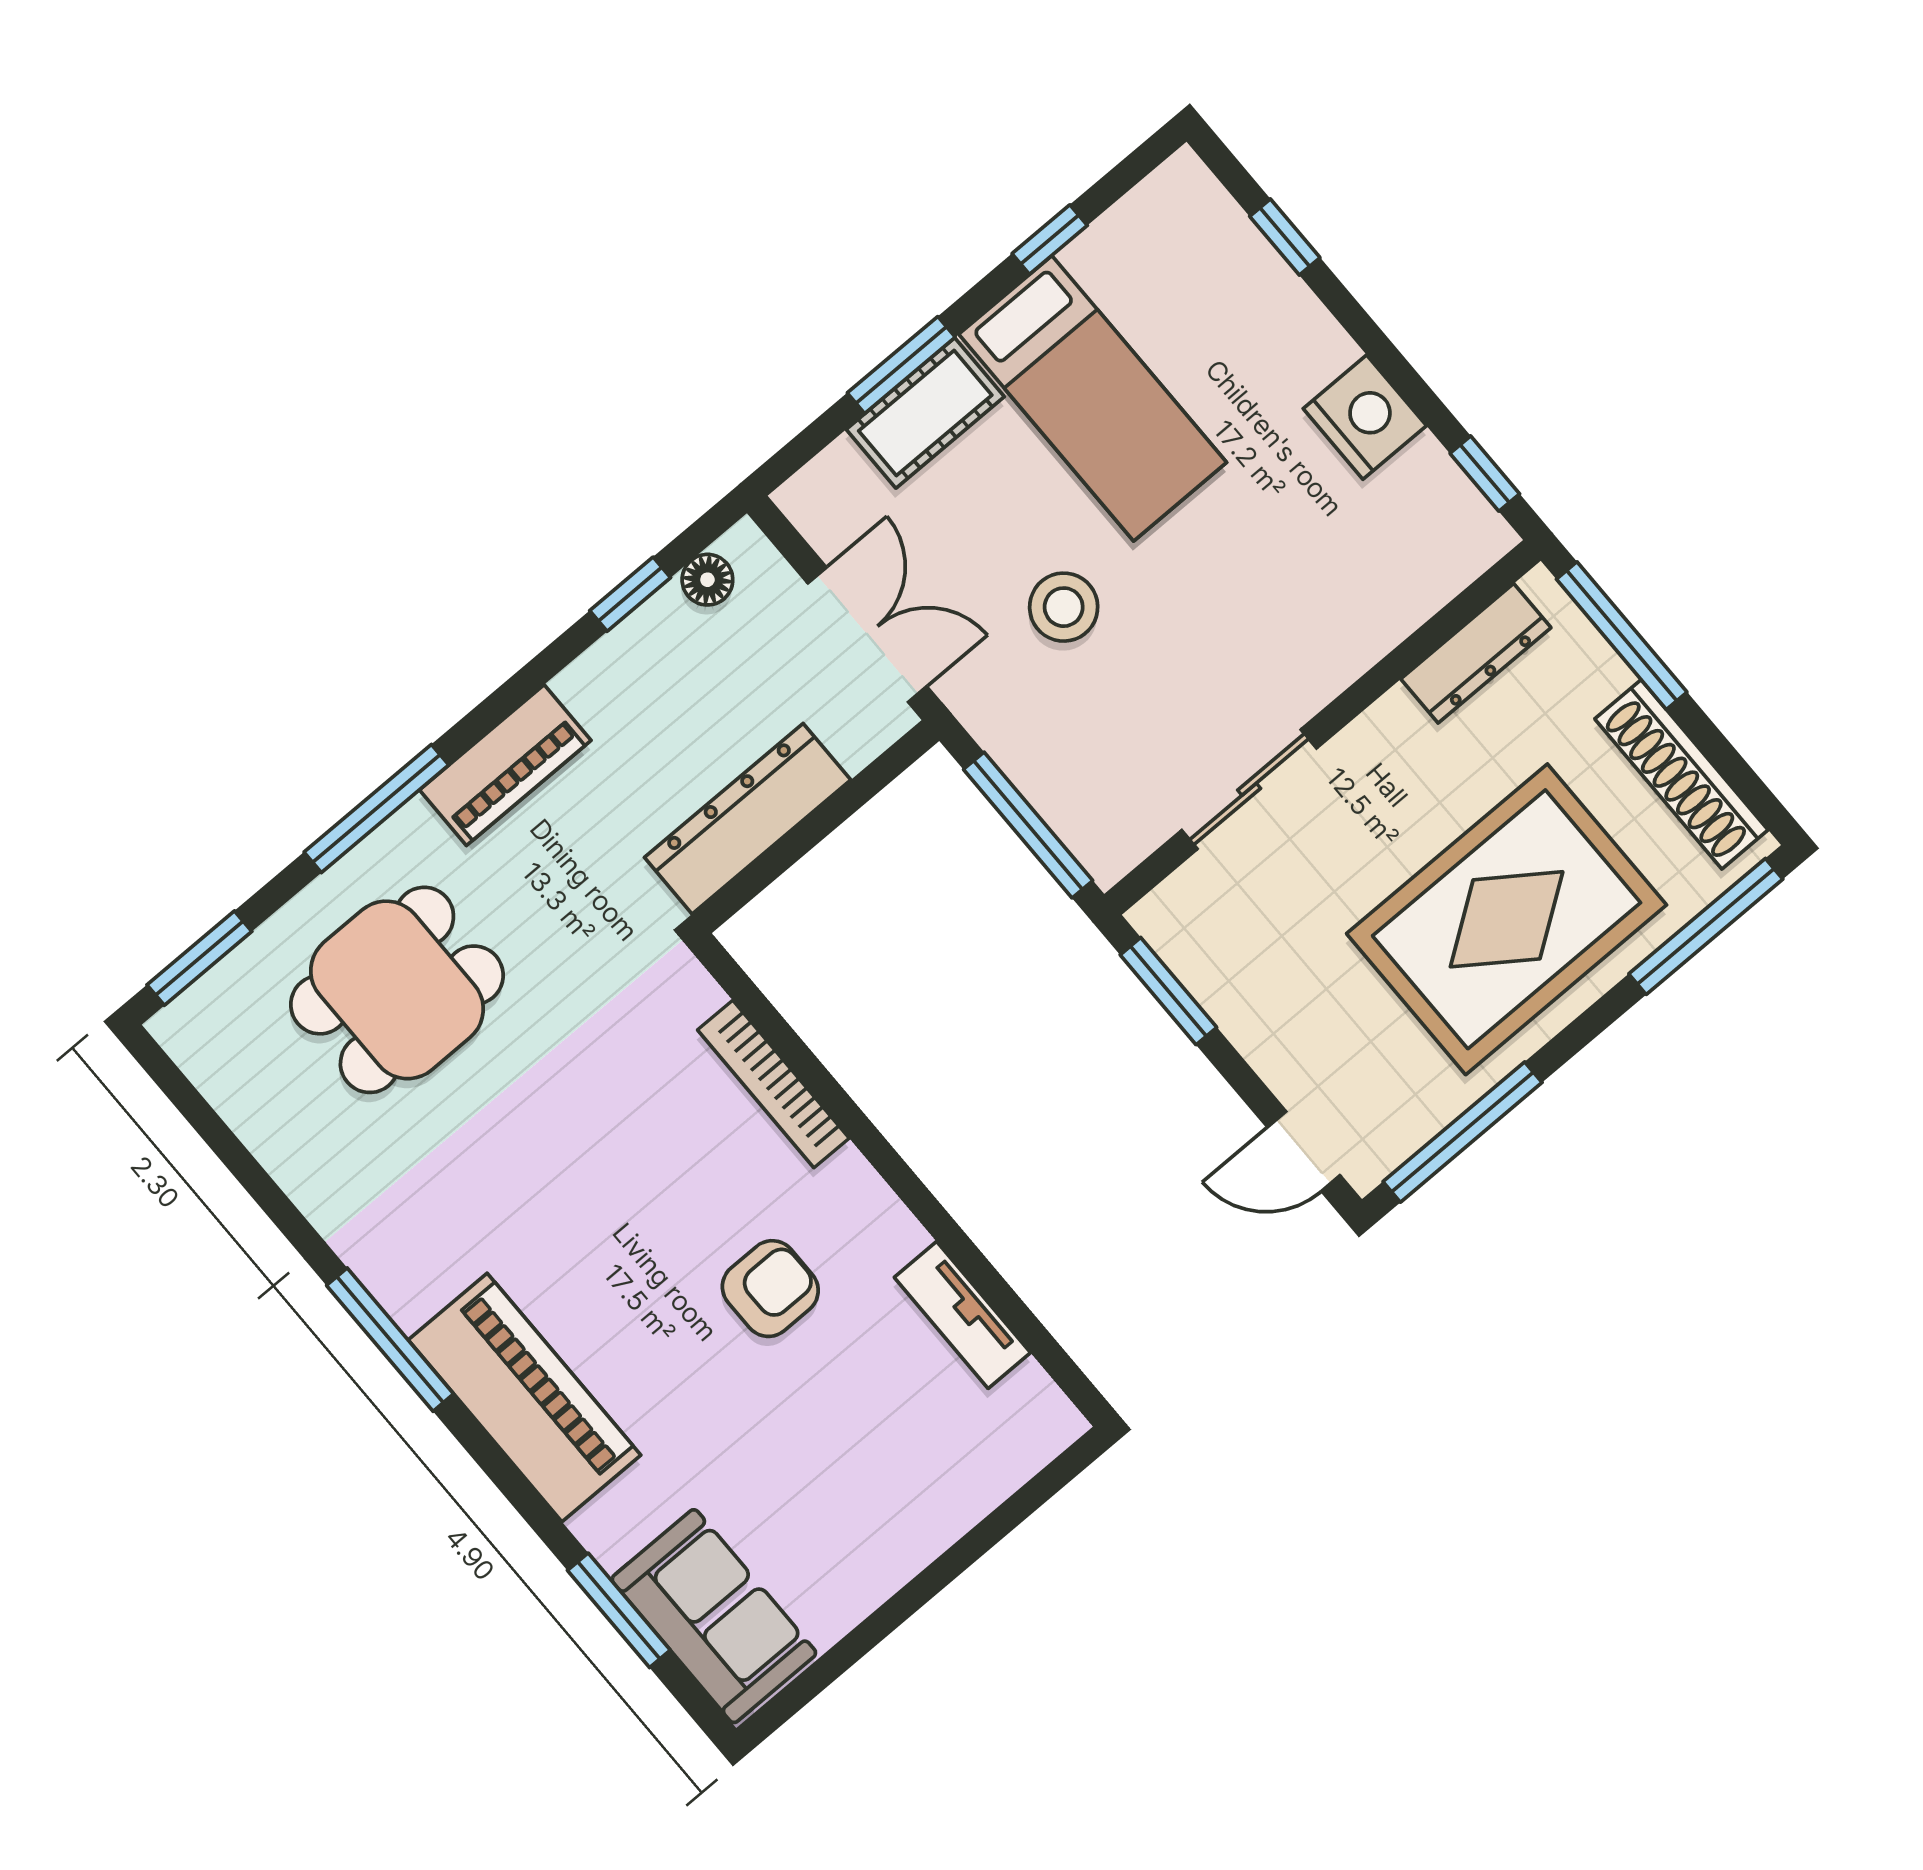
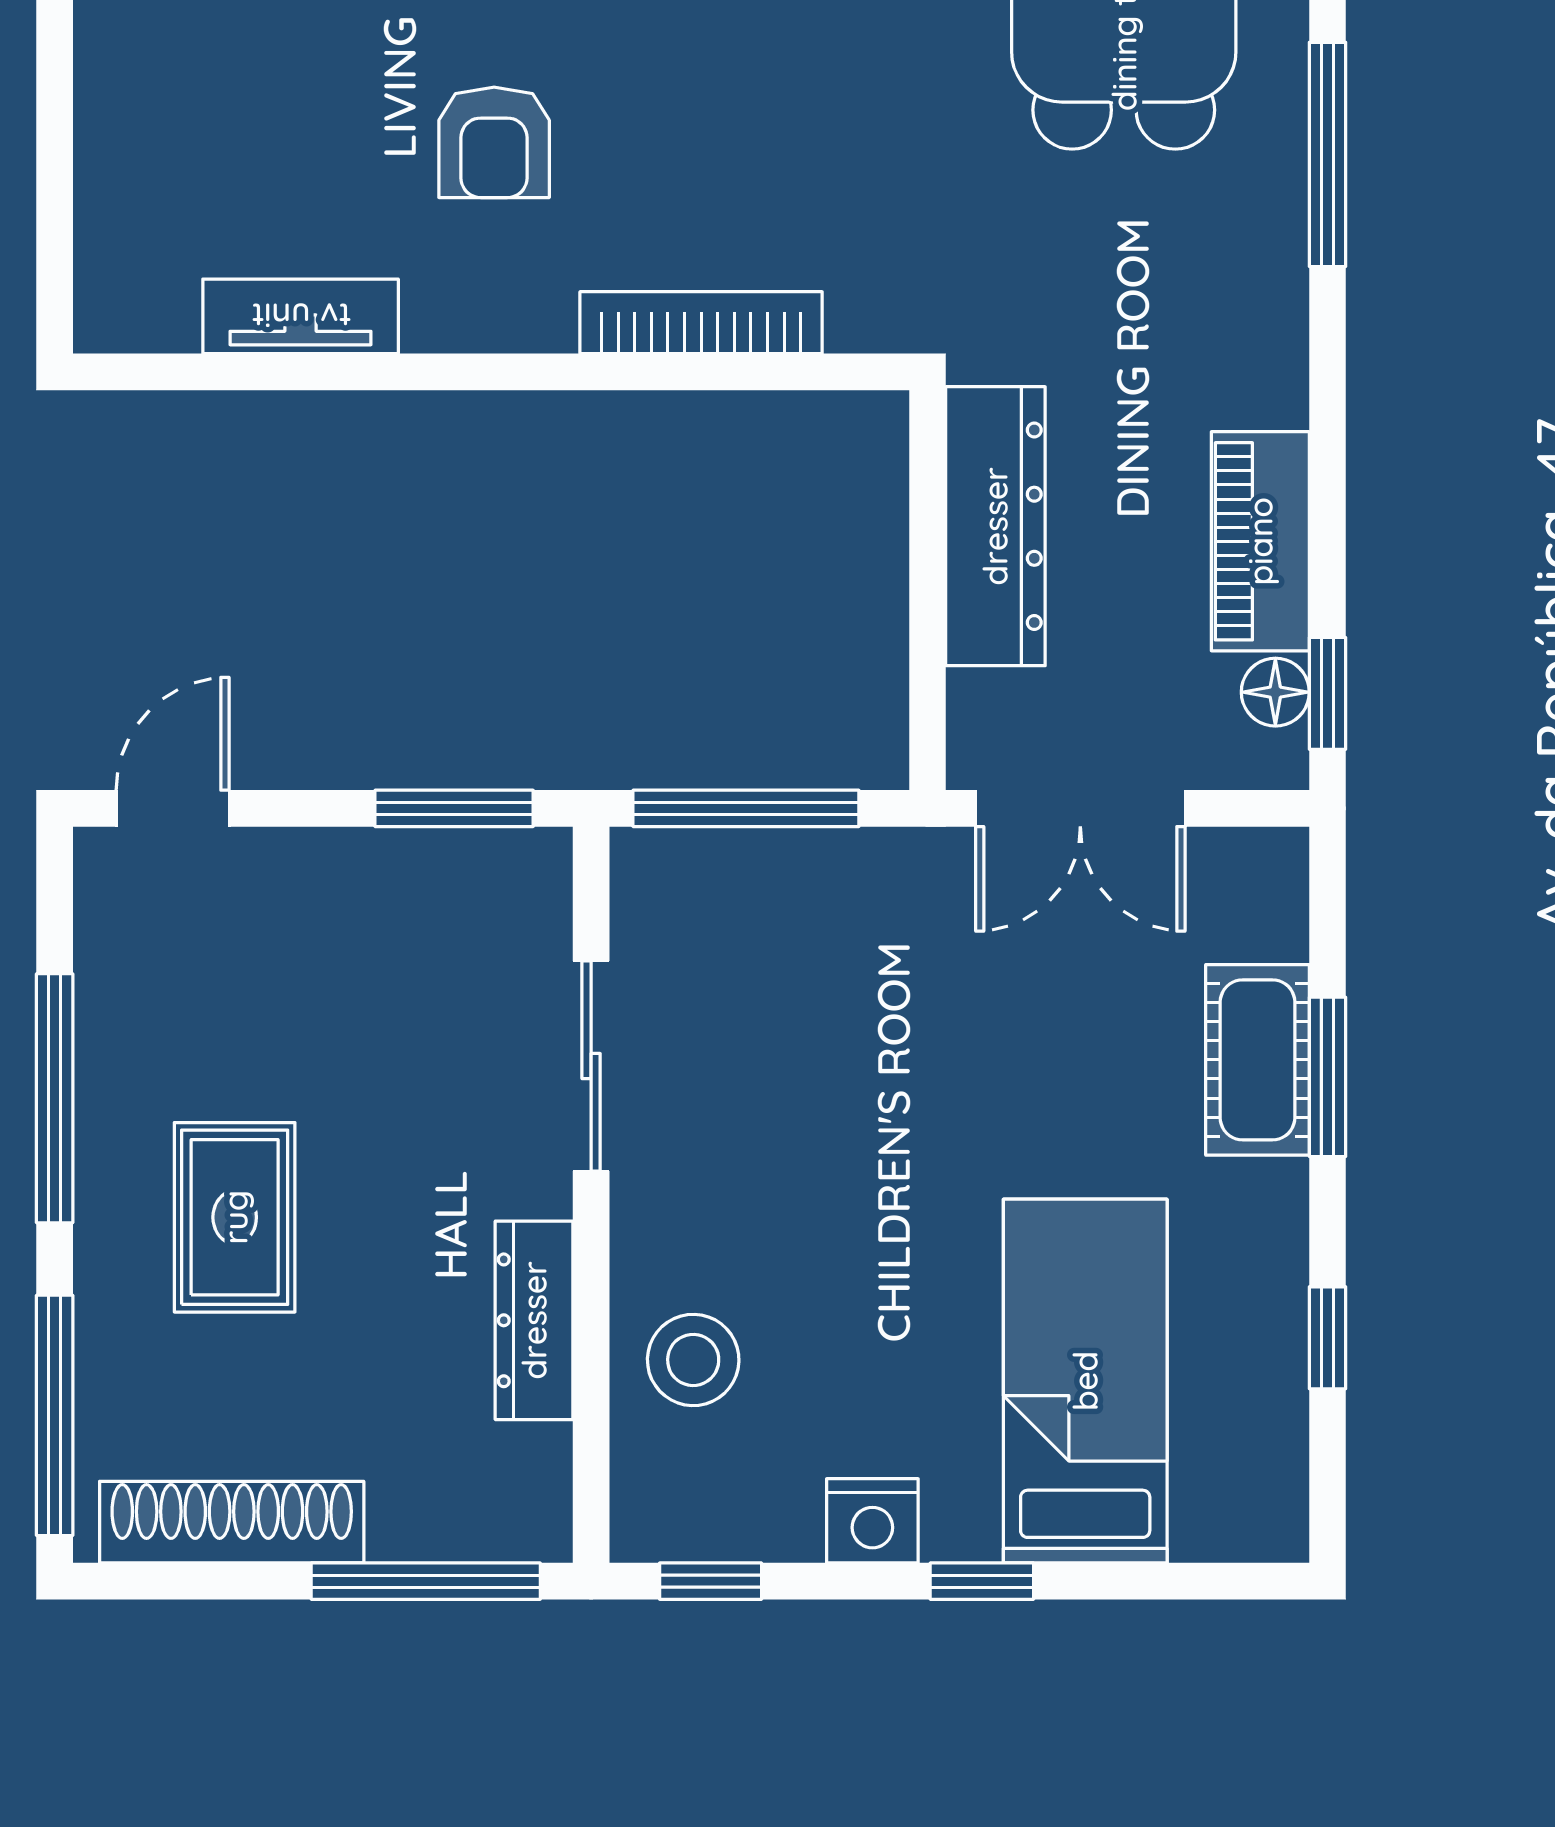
window: (1285, 237) -> (982, 1581), moved
bed: (1093, 398) -> (1085, 1381), moved, turned 90
nightstand: (1365, 417) -> (872, 1521), width x0.74, depth x0.75
window: (630, 594) -> (1328, 693), moved
stool: (1064, 607) -> (693, 1360), moved
dresser: (1476, 653) -> (534, 1320), moved
piano: (505, 765) -> (1260, 541), moved
rug: (1507, 919) -> (235, 1217), width x0.54, depth x0.49
window: (1463, 1132) -> (55, 1098), moved

